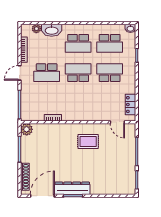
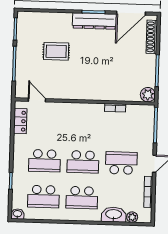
school desk: (78, 43) -> (82, 198), turned 180
school desk: (110, 43) -> (43, 197), turned 180
rug: (88, 141) -> (56, 51), moved

